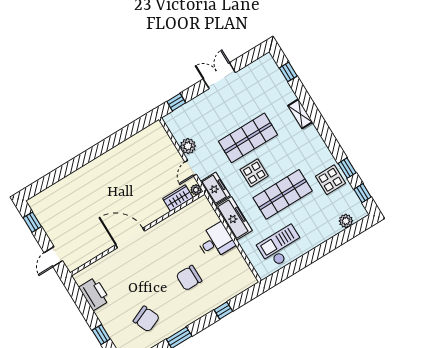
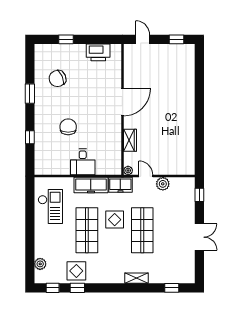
wardrobe: (178, 198) -> (130, 140), moved

